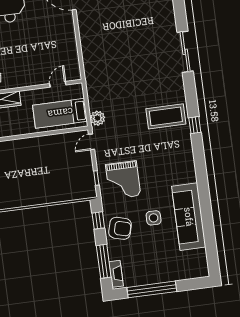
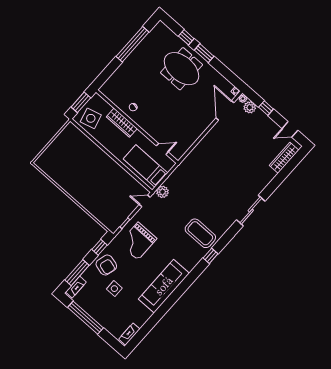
sofa: (189, 217) -> (164, 286), moved
side table: (154, 218) -> (114, 289), moved
fireplace: (202, 262) -> (129, 334), added

